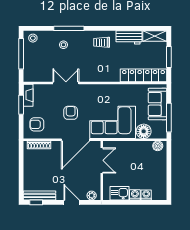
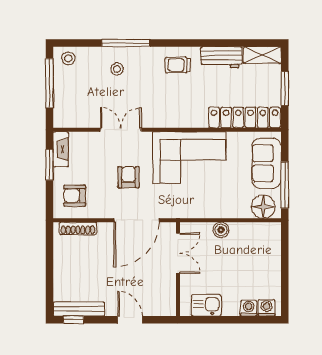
corner sofa: (113, 122) -> (189, 157), moved, turned 180
floor lamp: (144, 131) -> (263, 207), moved
boiler: (158, 146) -> (221, 230), moved
washing machine: (135, 195) -> (267, 308), moved
plant: (92, 196) -> (162, 309), removed

